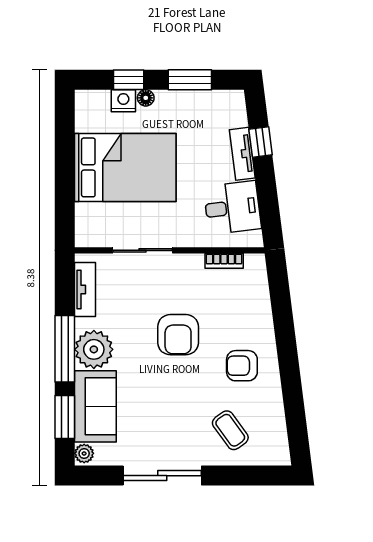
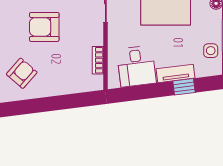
side table: (211, 105) -> (211, 51), added
armchair: (242, 366) -> (22, 73), turned 41

